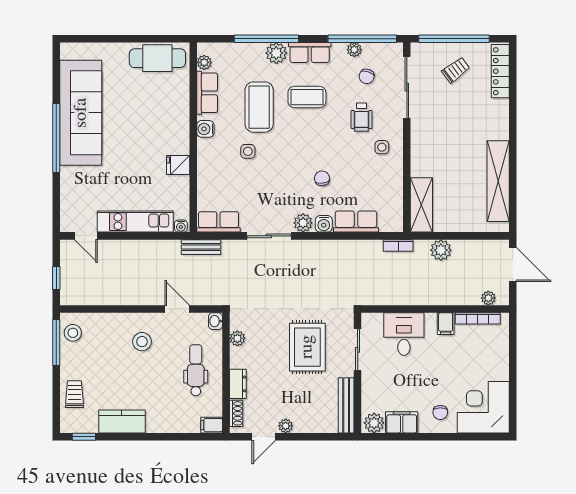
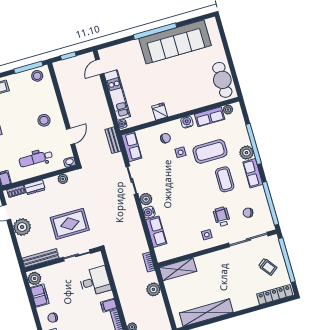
plant: (354, 50) -> (262, 200), removed
wheelchair: (362, 117) -> (222, 217), turned 90
chair: (322, 178) -> (165, 138), moved
dental chair: (196, 370) -> (36, 159), turned 180
plant: (286, 426) -> (22, 227), width x1.88, depth x1.88

